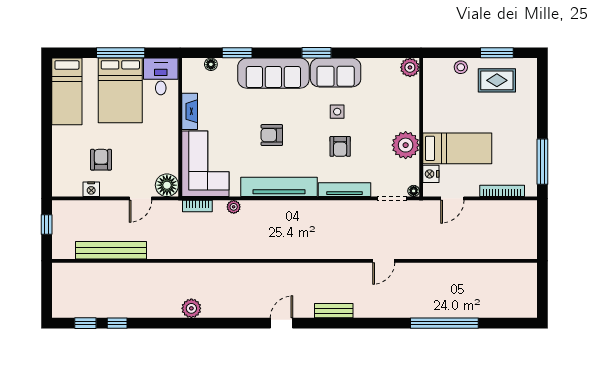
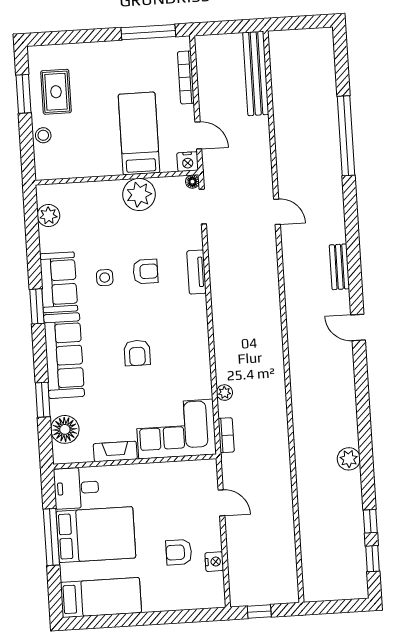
floor lamp: (211, 64) -> (65, 429), width x1.89, depth x1.89
plant: (410, 67) -> (48, 216), moved
nightstand: (431, 174) -> (188, 162), moved
floor lamp: (167, 185) -> (204, 473), removed
tv unit: (279, 187) -> (198, 341), removed
tv unit: (345, 190) -> (197, 272), width x0.71
bench: (111, 250) -> (256, 73), moved
plant: (191, 308) -> (349, 459), moved

